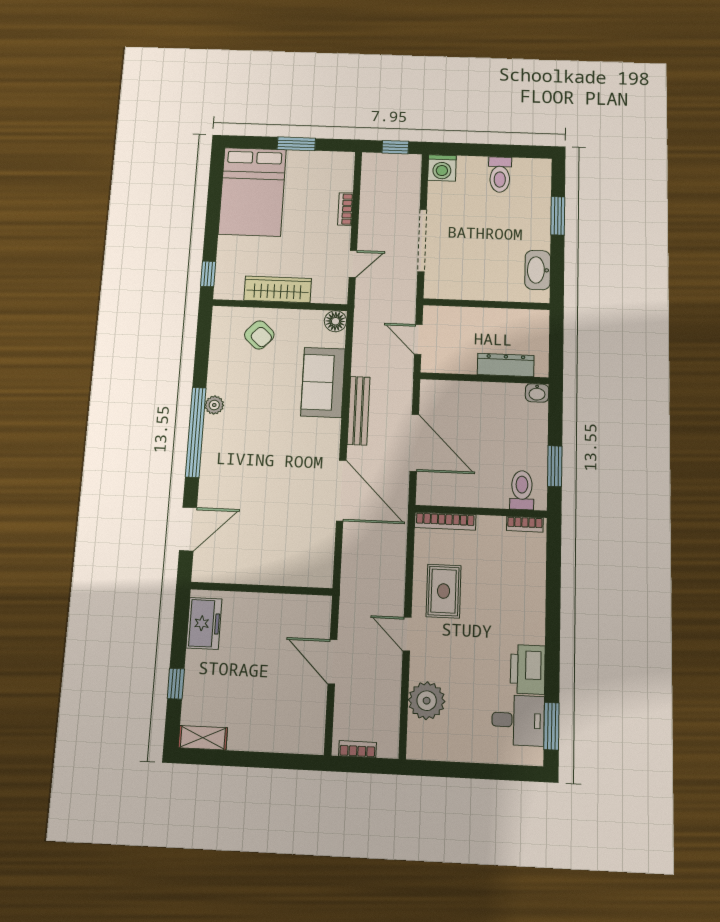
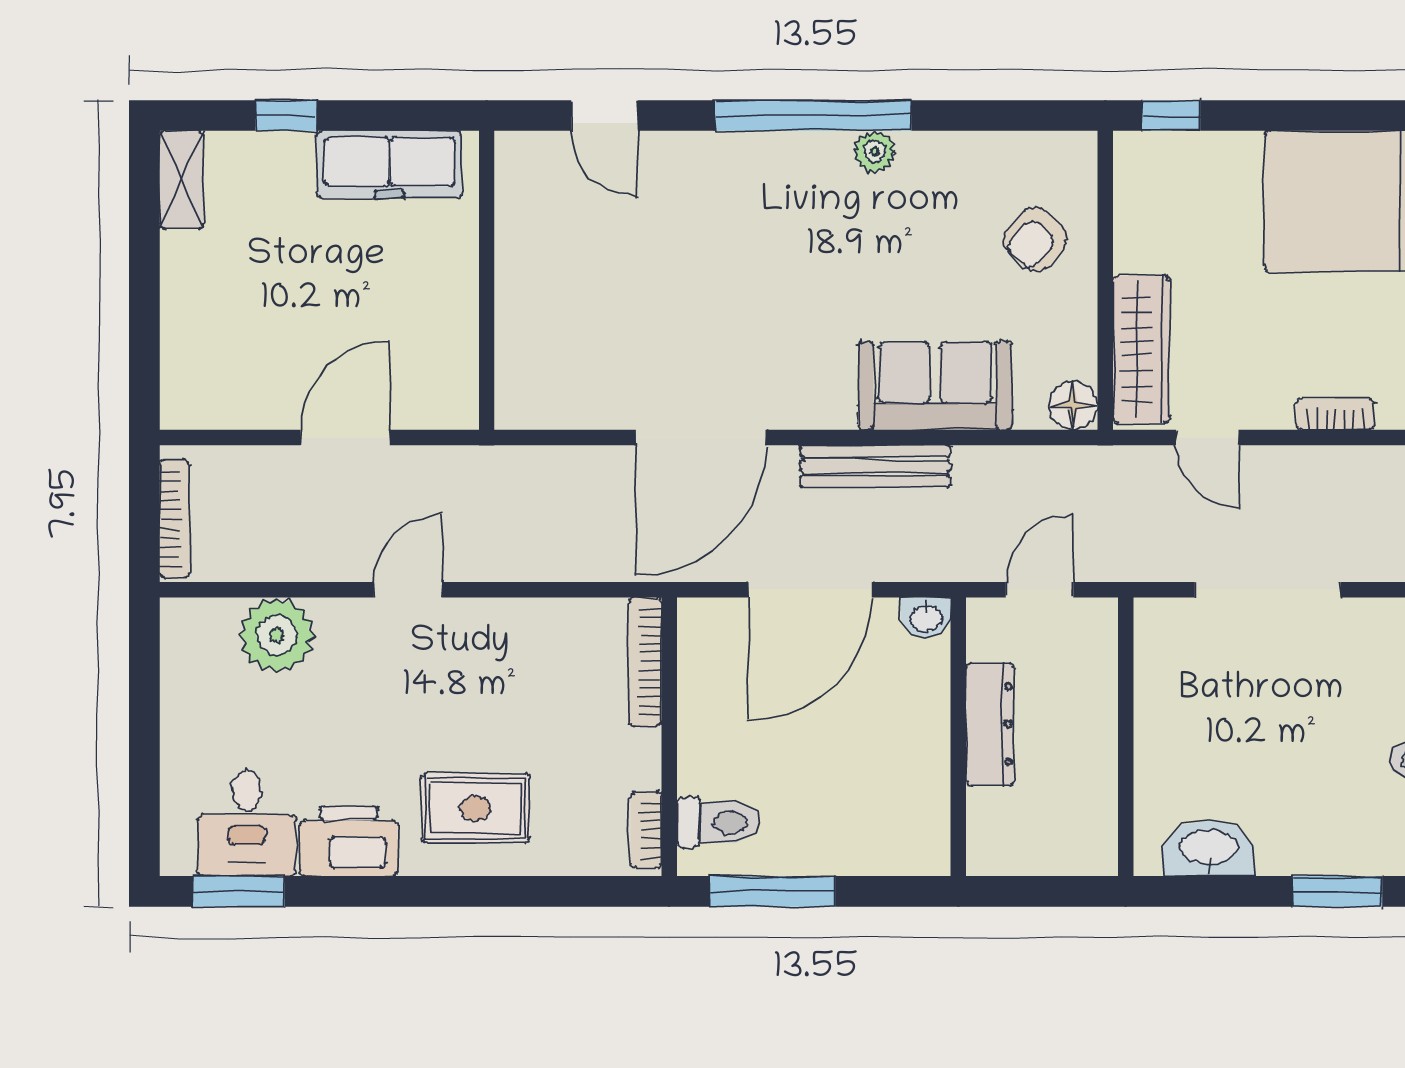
wardrobe: (278, 289) -> (1141, 349), moved
dresser: (506, 365) -> (990, 724), moved
washbasin: (537, 393) -> (926, 617), moved, turned -90
window: (555, 466) -> (773, 891), width x1.44
door: (188, 529) -> (605, 115), width x0.73
rug: (444, 591) -> (475, 808), moved
freezer: (204, 623) -> (389, 164), width x1.40
bookcase: (357, 749) -> (175, 519), width x1.56

